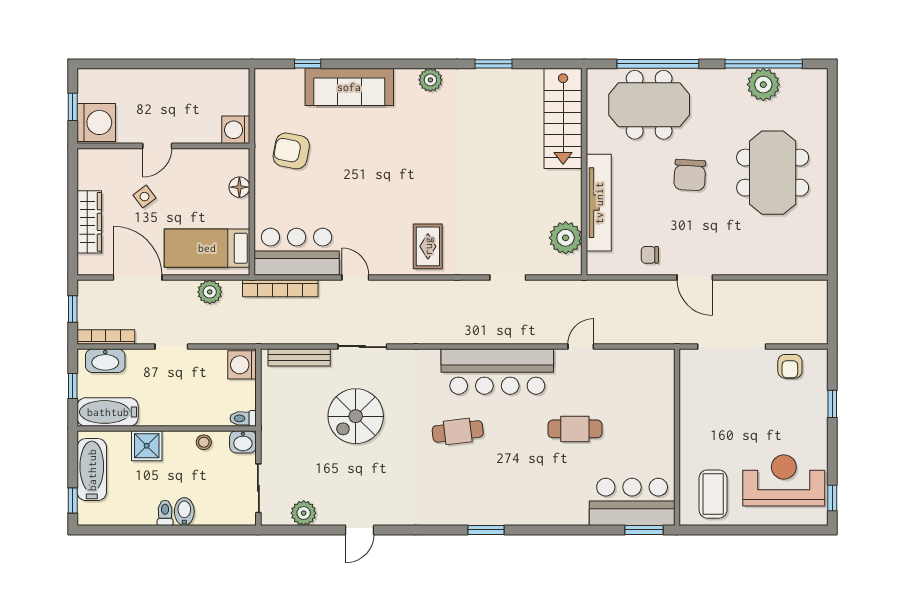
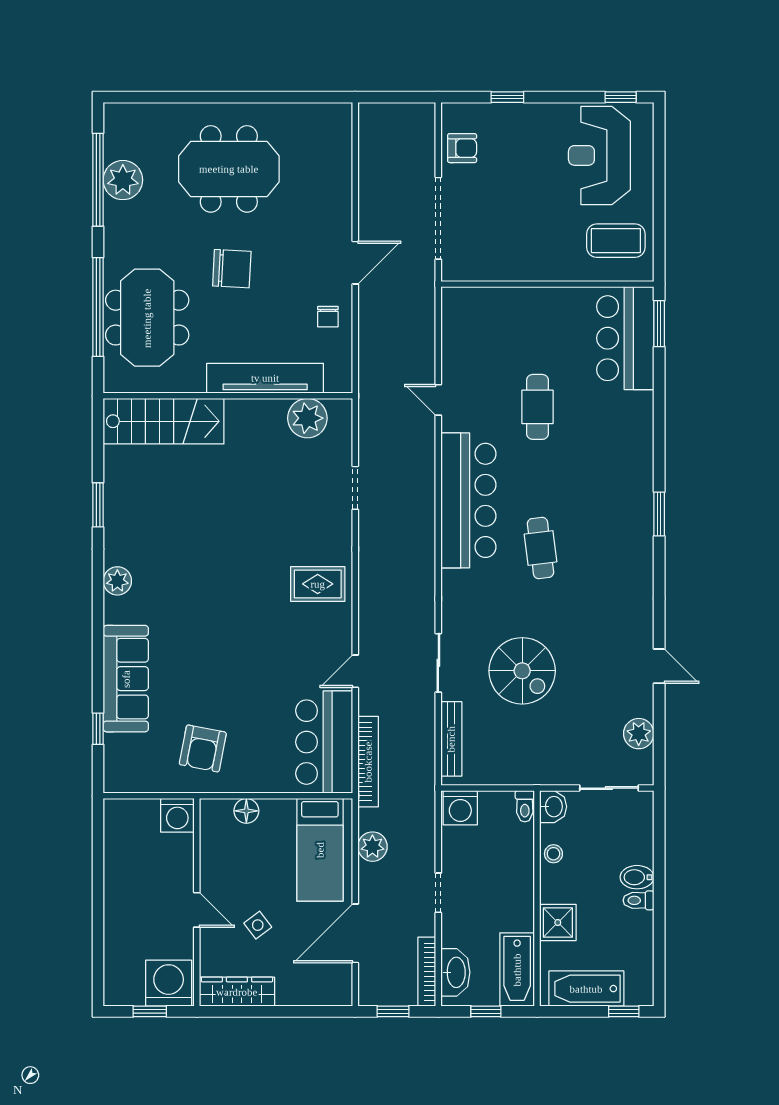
wardrobe: (89, 222) -> (237, 992), moved

